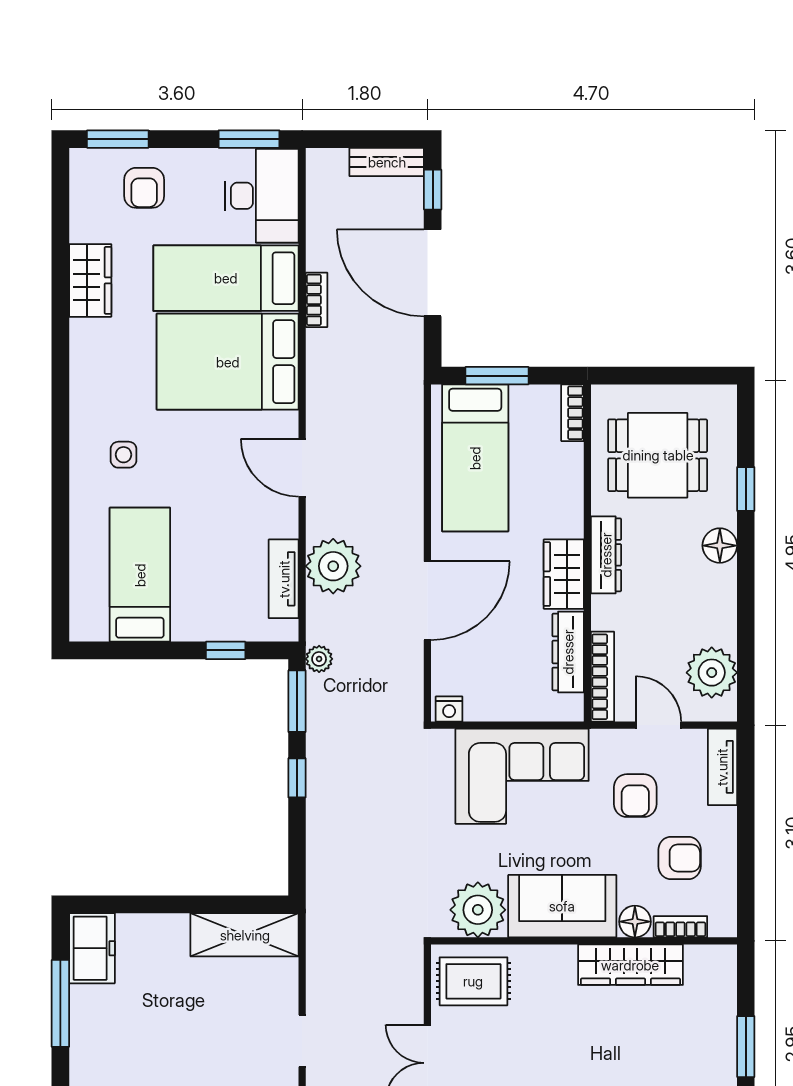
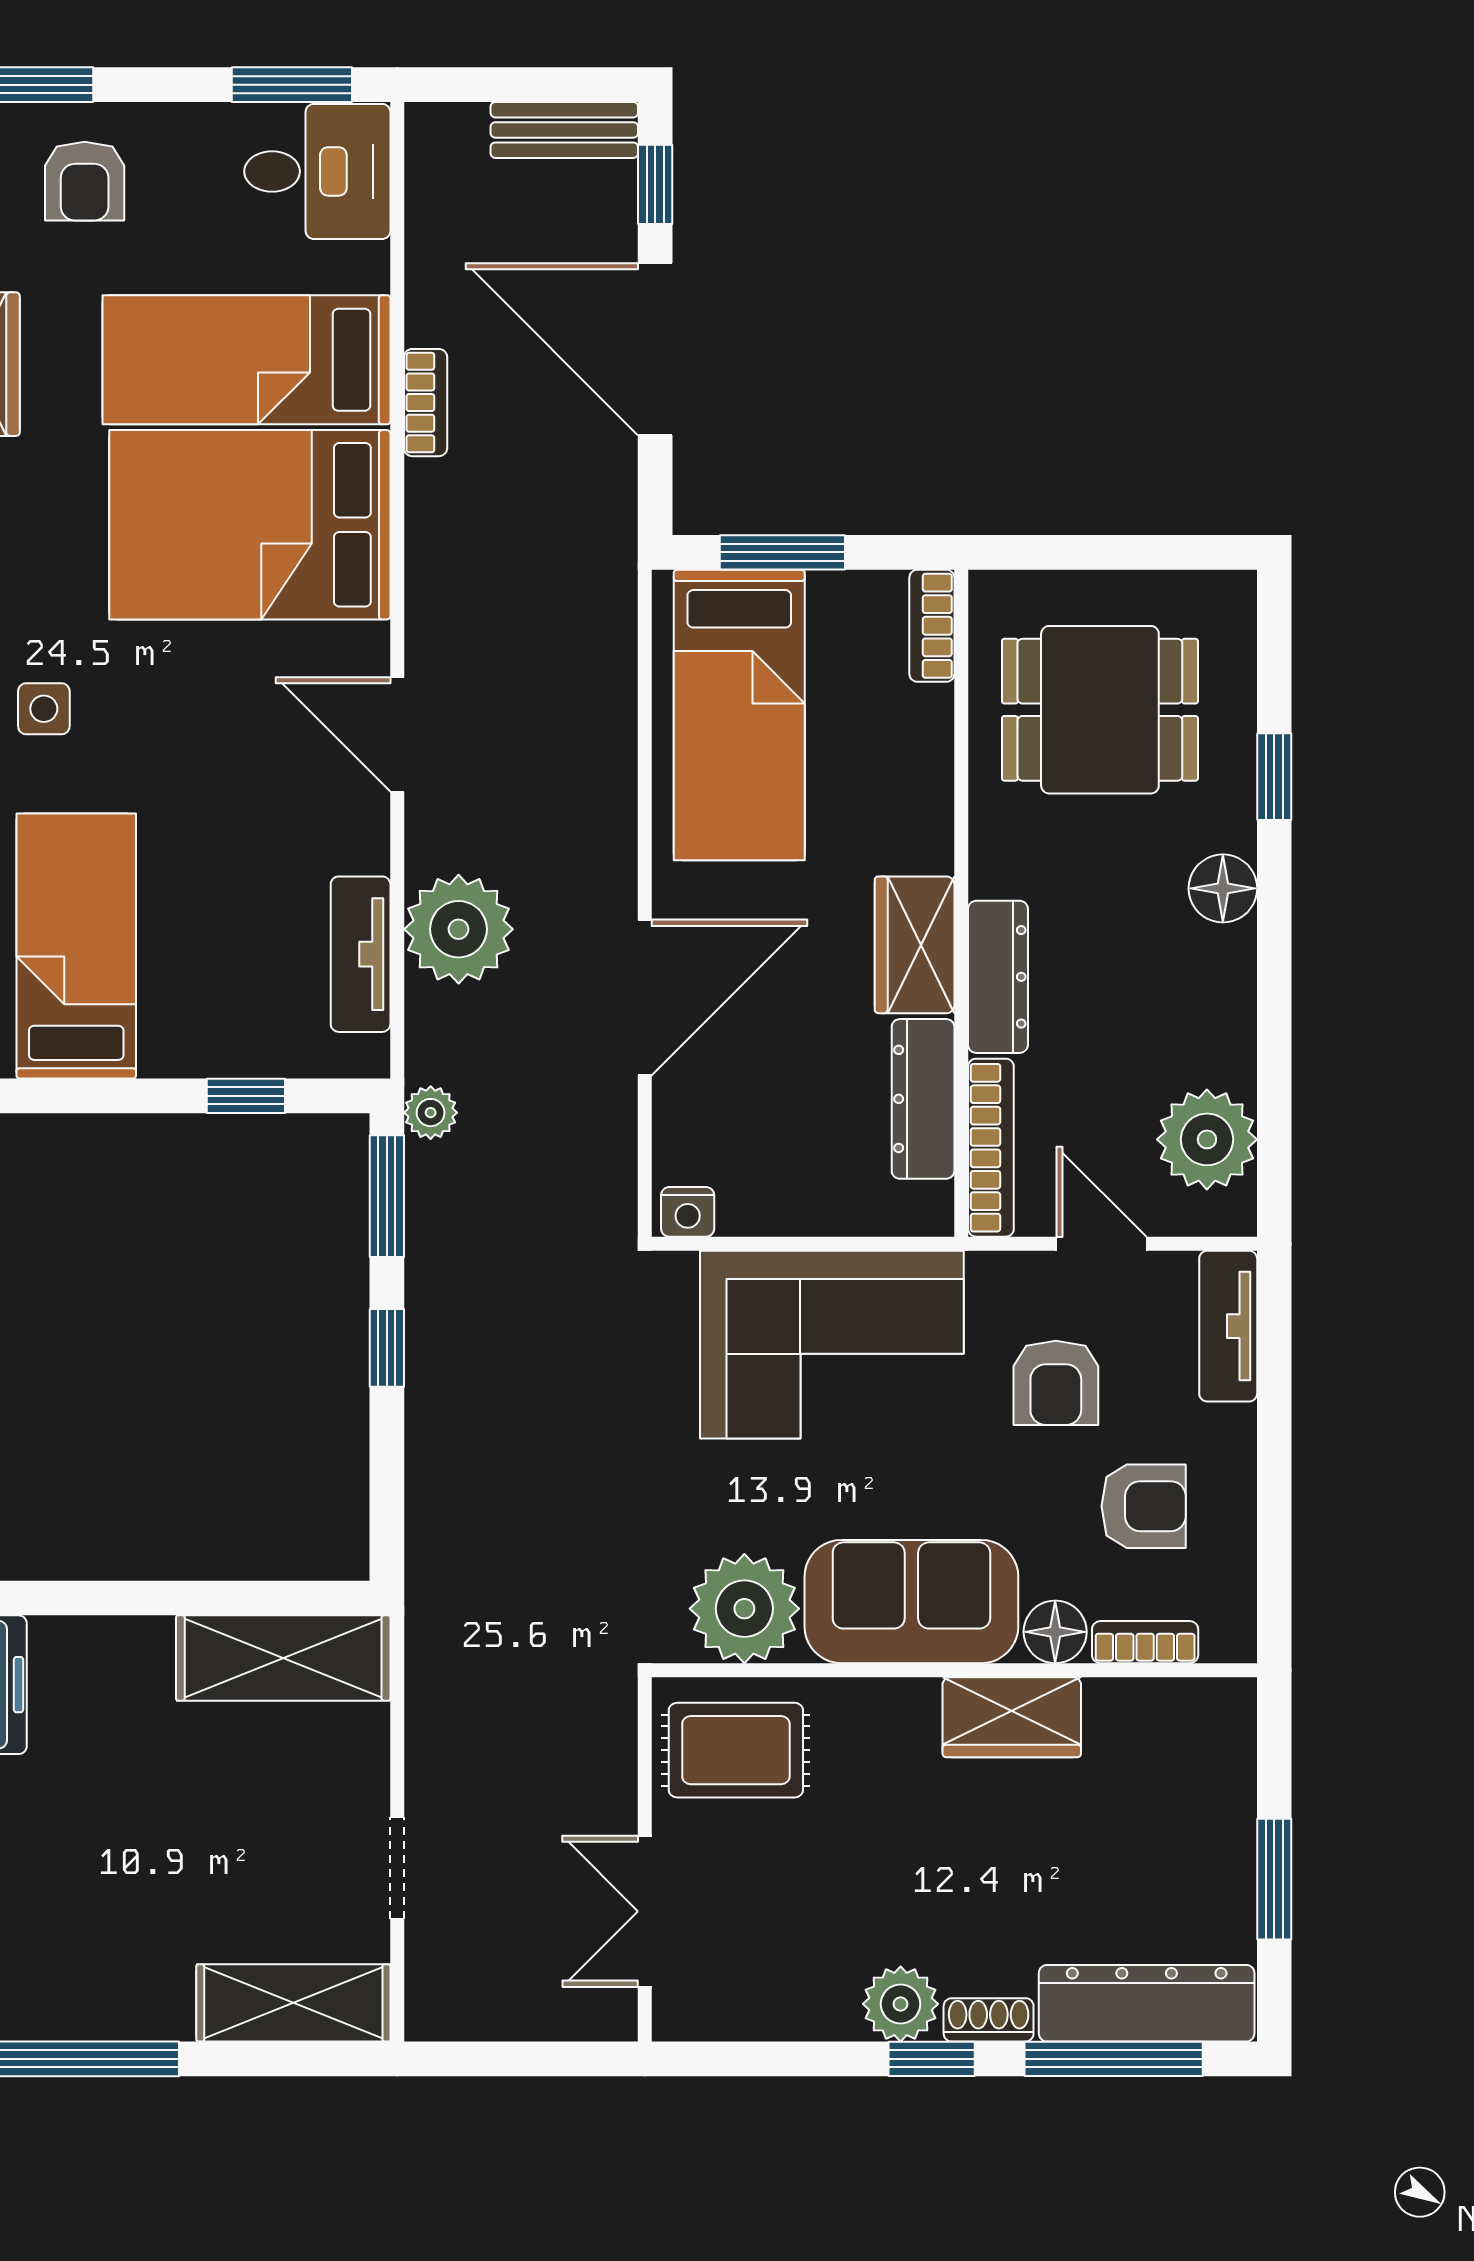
desk: (262, 196) -> (317, 171), width x0.73
dresser: (606, 555) -> (998, 977), moved
wardrobe: (630, 965) -> (1012, 1717), width x0.67

